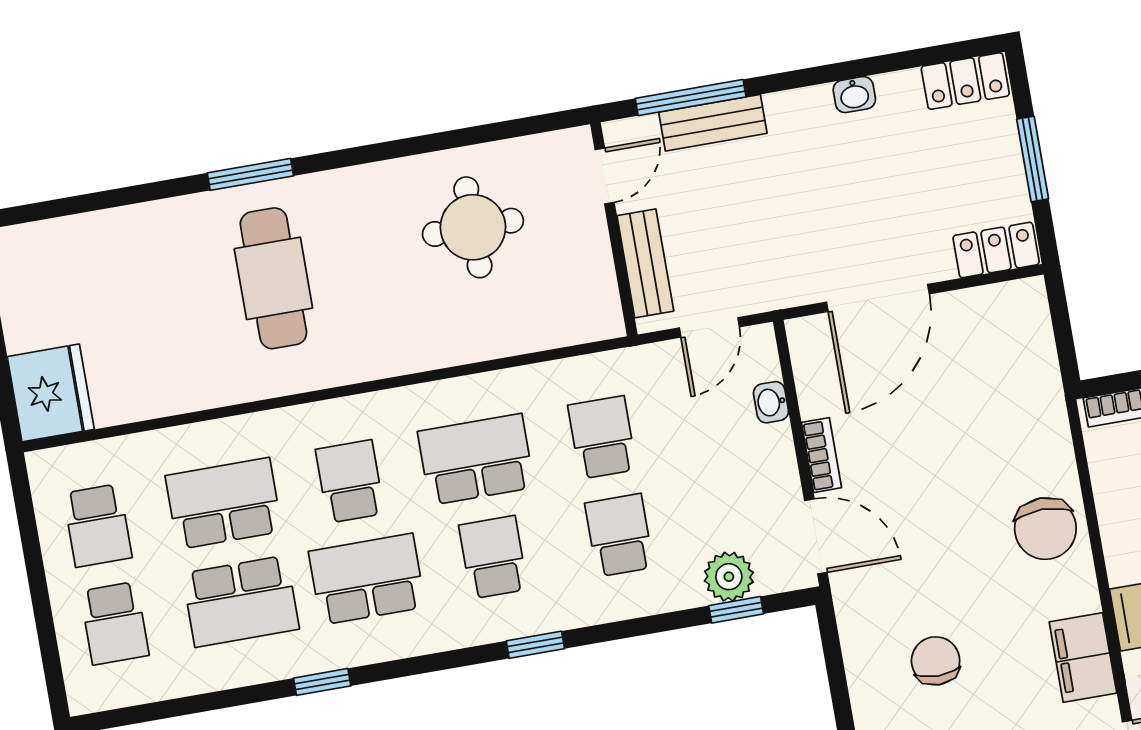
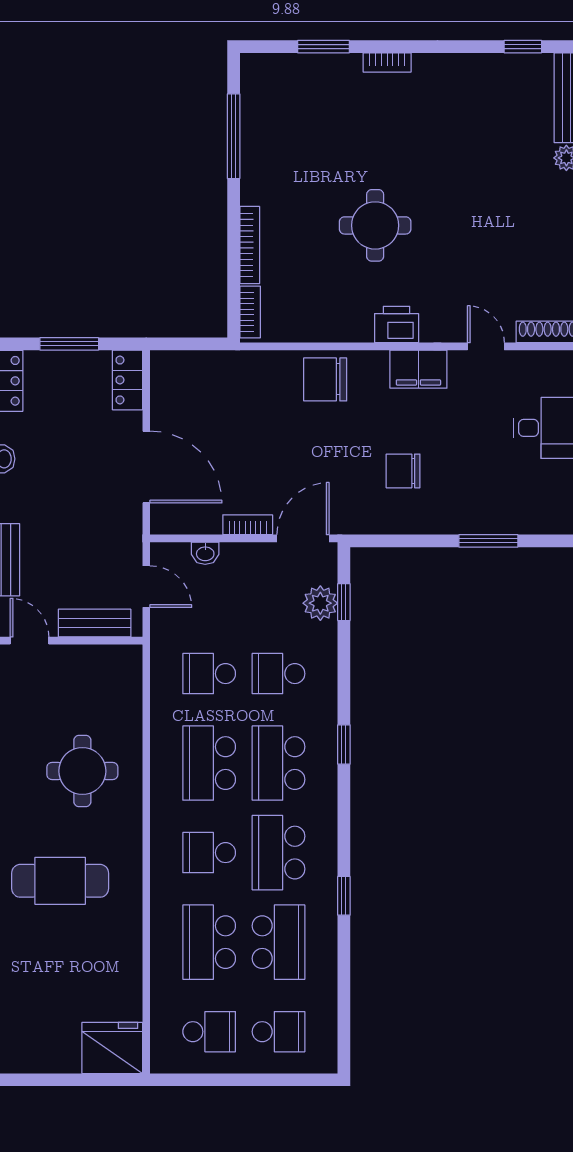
round table: (473, 227) -> (82, 771), moved
chair: (1045, 529) -> (325, 379), turned 180
school desk: (493, 557) -> (279, 763), width x1.85

